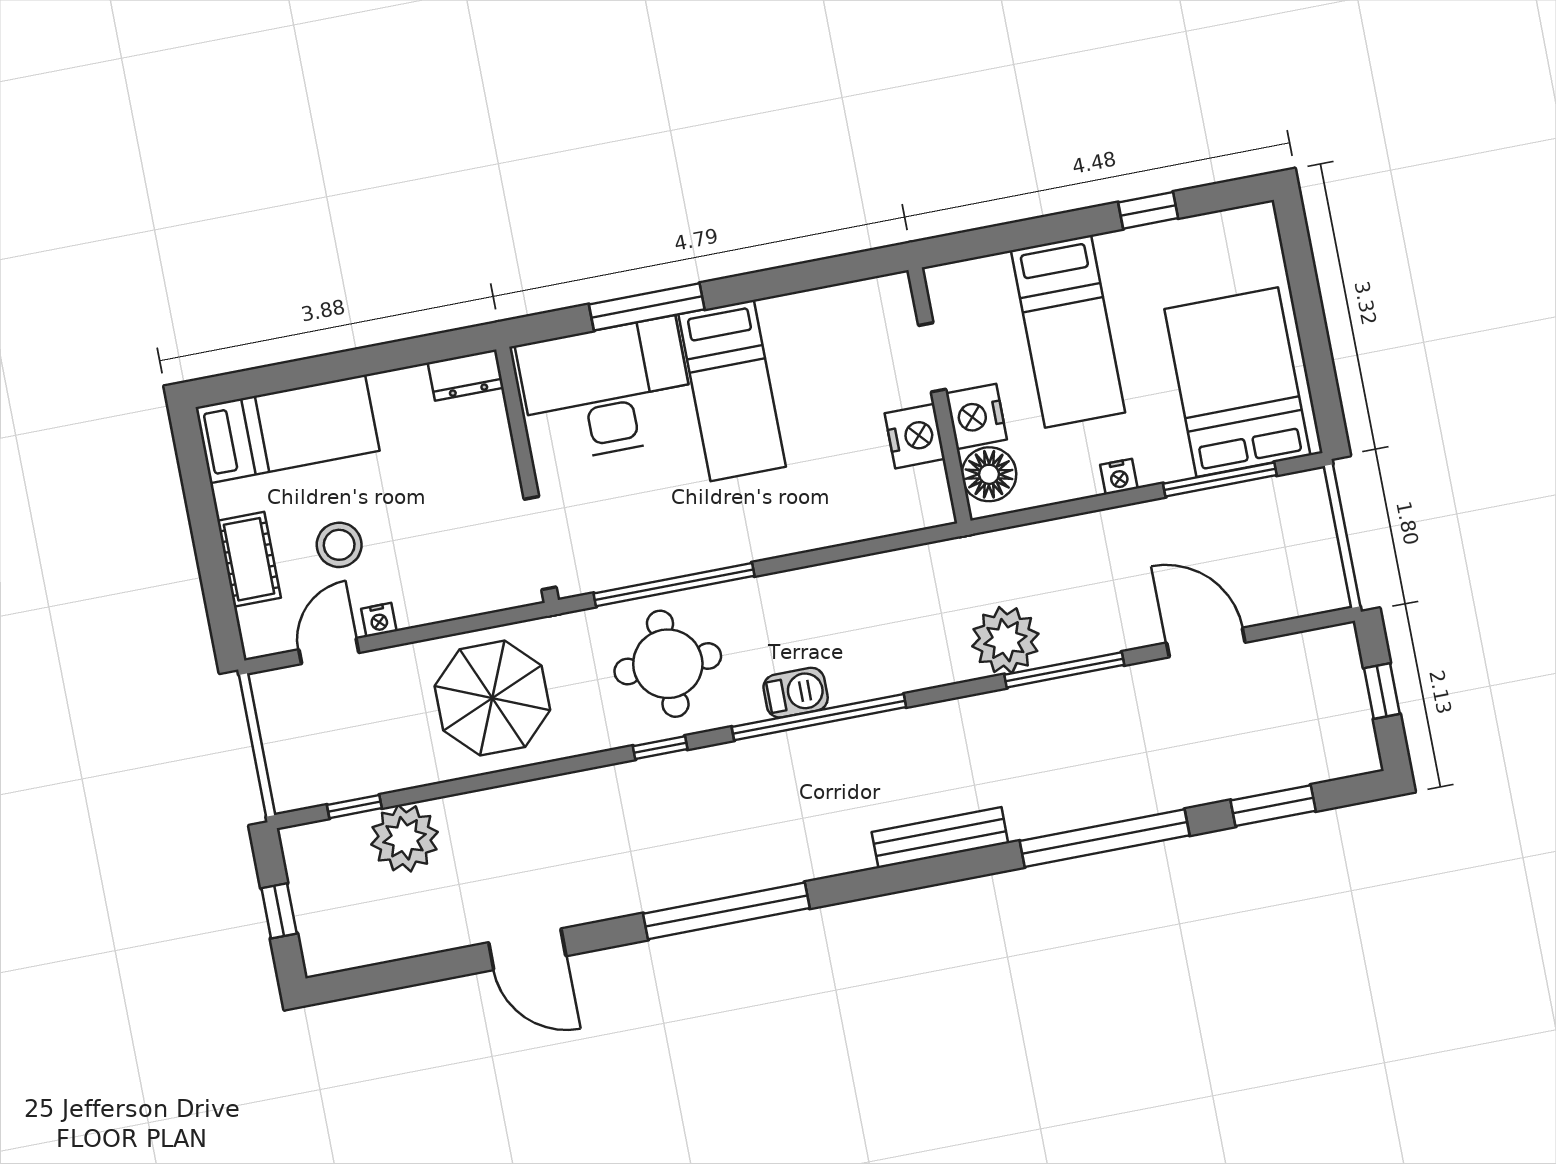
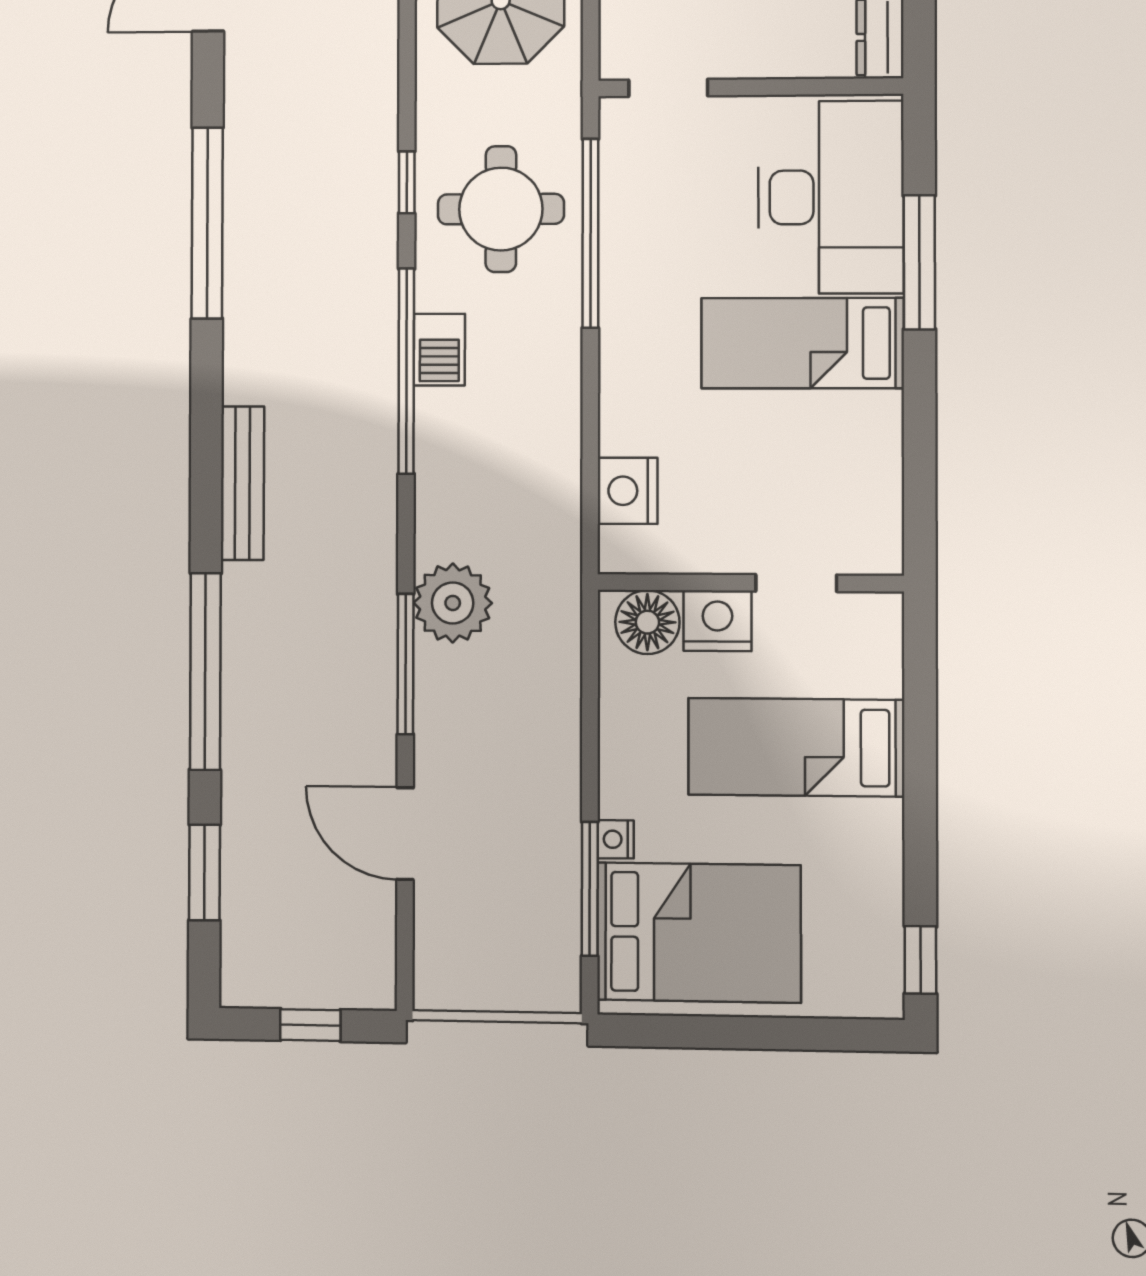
window: (1148, 210) -> (920, 960), moved
nightstand: (915, 436) -> (628, 491), moved, turned 90
nightstand: (1119, 477) -> (616, 839), moved
doorway: (540, 543) -> (668, 88), width x0.73
door: (1206, 643) -> (405, 834), swing flipped

